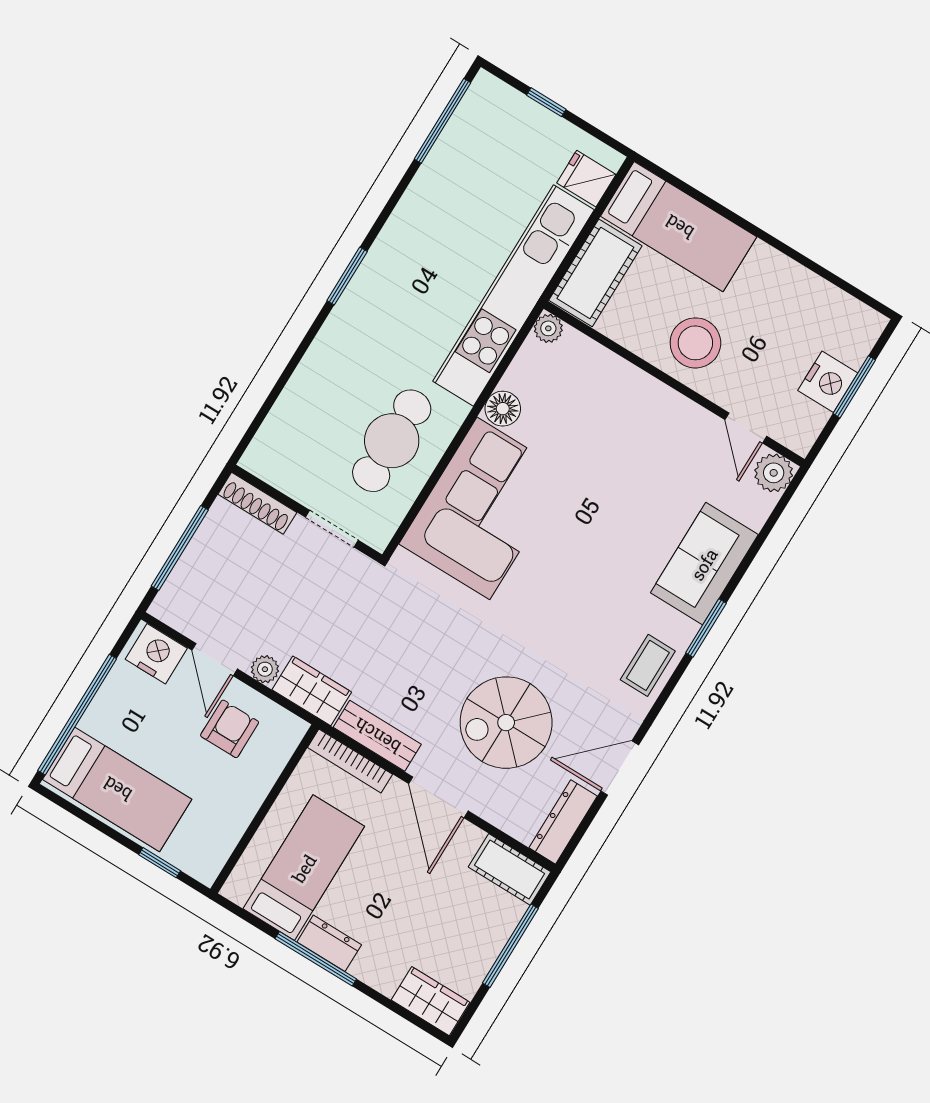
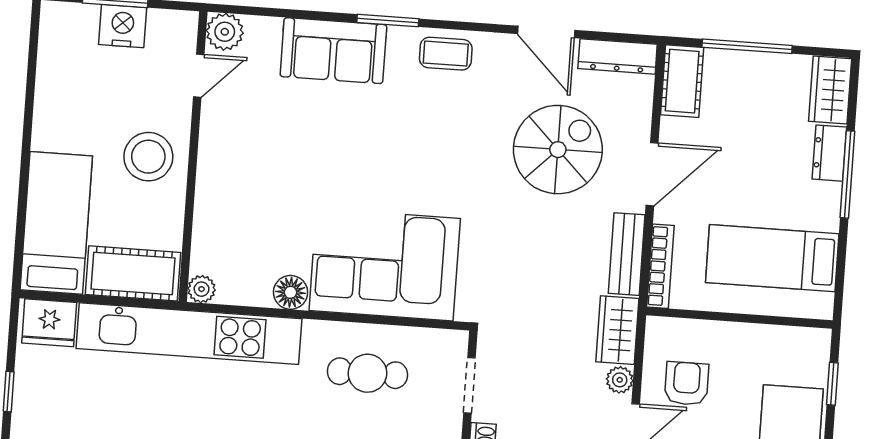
fridge: (586, 179) -> (49, 323), width x1.38
cafe table: (392, 441) -> (367, 373), width x0.73, depth x0.74
spiral stairs: (506, 723) -> (558, 150), turned -90
armchair: (230, 729) -> (687, 384), turned 90
dresser: (329, 943) -> (829, 153), moved
window: (316, 959) -> (847, 174), moved

